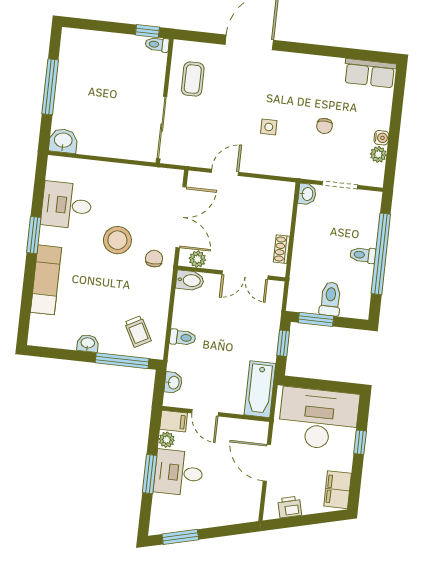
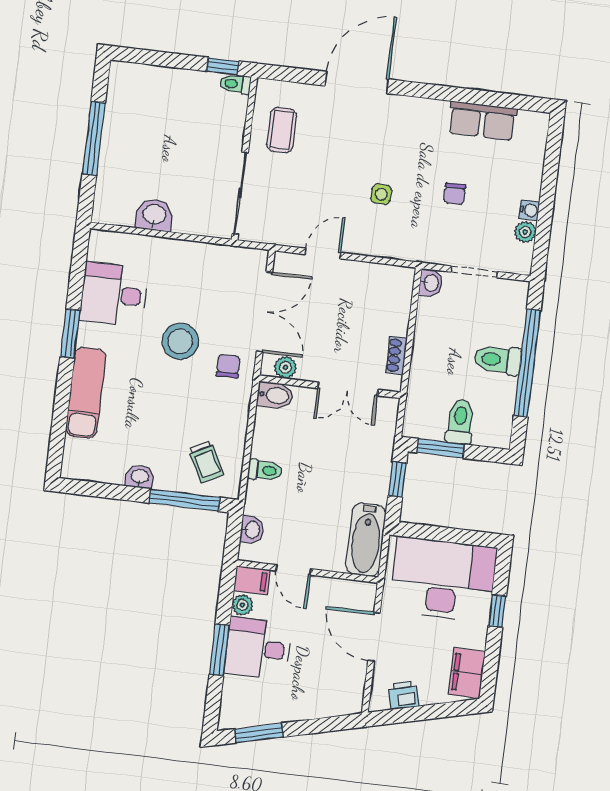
row of seats: (370, 73) -> (482, 121), moved
washbasin: (63, 141) -> (154, 215), moved
toilet: (363, 255) -> (497, 360), width x1.37, depth x1.39

